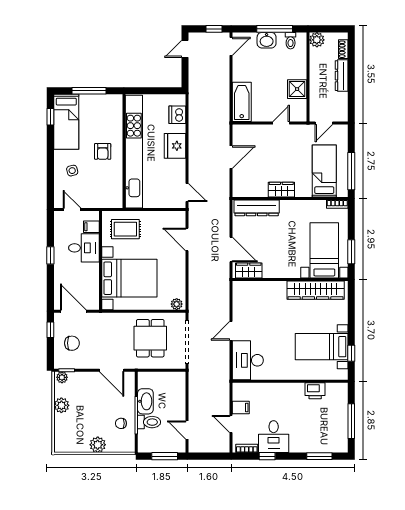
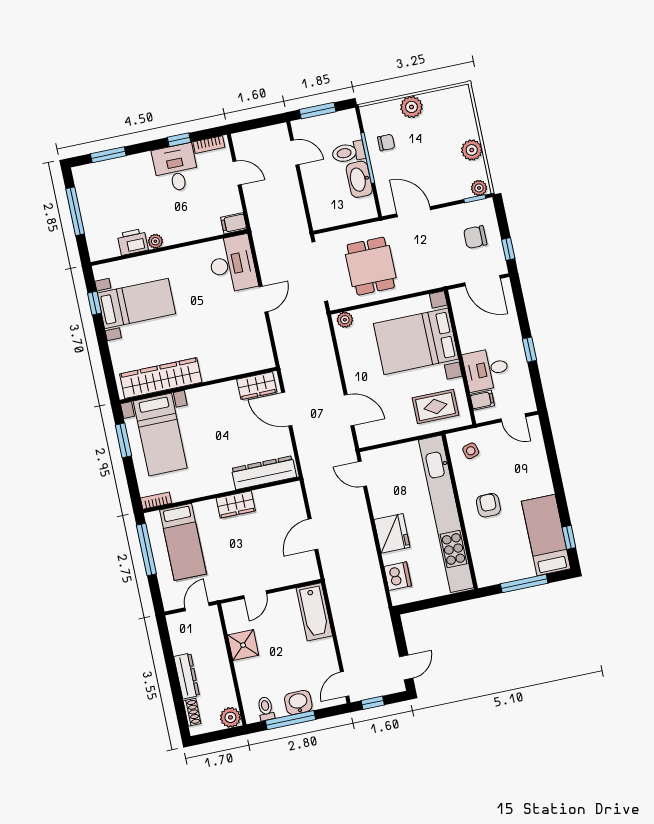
side table: (72, 171) -> (471, 451), moved
plant: (299, 388) -> (155, 241), added
filing cabinet: (241, 407) -> (234, 223), moved

